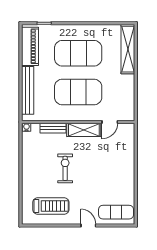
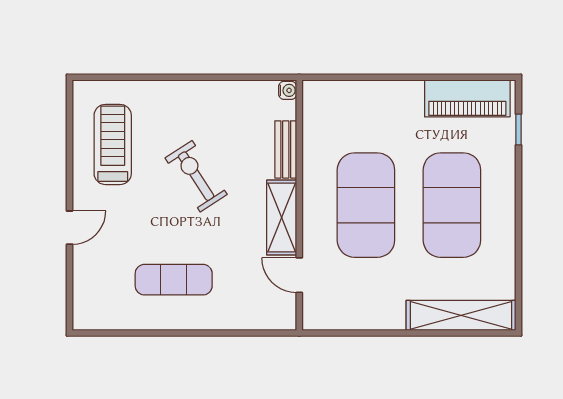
bench: (28, 90) -> (369, 93), removed
exercise bike: (65, 168) -> (196, 176), turned -123
treadmill: (51, 206) -> (113, 144), turned 180
exercise mat: (116, 212) -> (174, 280), moved, turned 90

